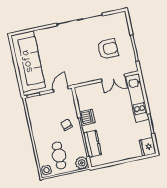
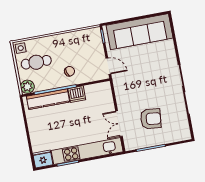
armchair: (108, 49) -> (151, 119), turned -84
kitchen unit: (137, 98) -> (87, 151), width x1.36
kitchen counter: (93, 144) -> (48, 99), width x1.50

